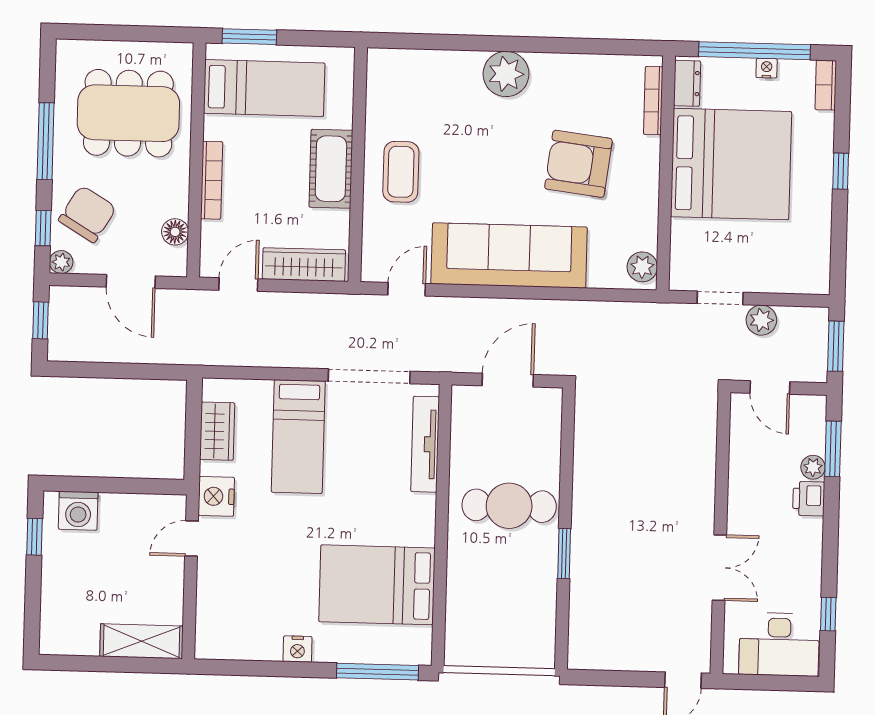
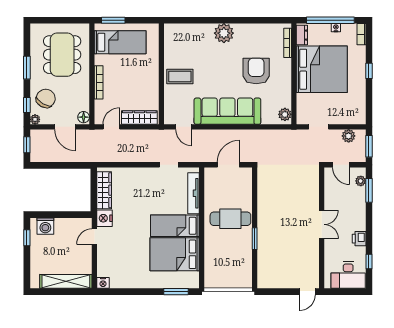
dining table: (128, 113) -> (62, 55), turned 90
window: (46, 141) -> (27, 68), width x0.69
armchair: (578, 164) -> (256, 71), turned 83
cot: (331, 169) -> (150, 76), removed
coffee table: (401, 172) -> (180, 77), turned 90
floor lamp: (175, 232) -> (84, 117), moved
door: (407, 289) -> (184, 127), swing flipped
plant: (761, 320) -> (349, 136), moved
doorway: (369, 376) -> (169, 165), width x0.53
wardrobe: (217, 431) -> (104, 190), width x1.50
bed: (298, 437) -> (175, 226), moved, turned 90
plant: (813, 467) -> (361, 181), moved
printer: (809, 499) -> (359, 239), moved
double door: (719, 568) -> (322, 224), moved
shelving: (142, 641) -> (66, 281), width x1.47
nightstand: (297, 649) -> (103, 283), moved
window: (378, 672) -> (176, 292), width x0.69

